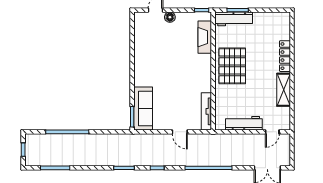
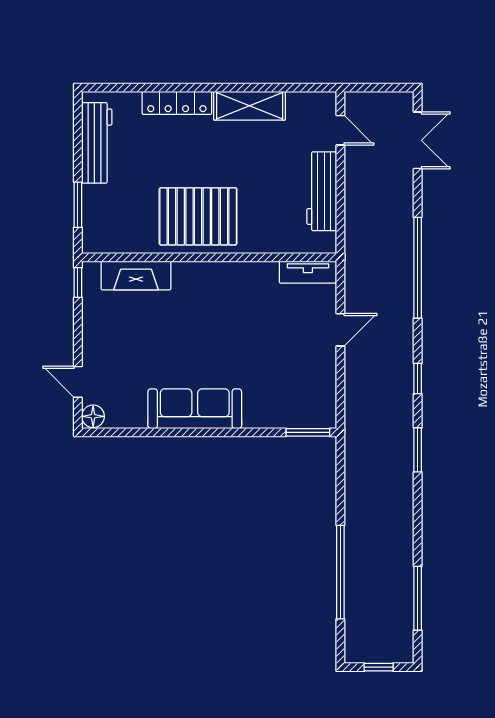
floor lamp: (170, 17) -> (93, 416), moved
workbench: (234, 19) -> (97, 143), moved
sofa: (143, 108) -> (195, 409), moved
tv unit: (206, 111) -> (308, 272), width x0.71

